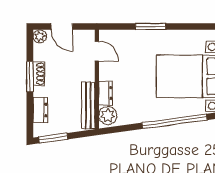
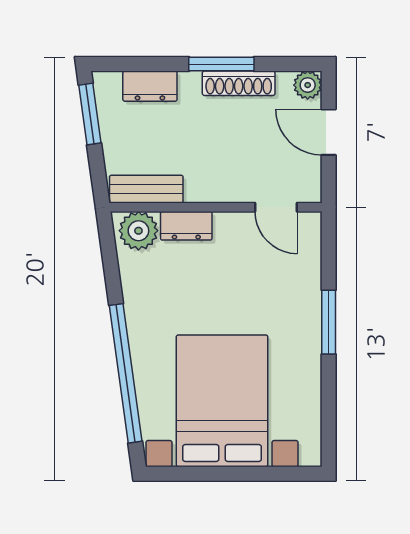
door: (62, 27) -> (329, 132), hinge flipped
door: (97, 51) -> (276, 207), hinge flipped
shoe rack: (39, 74) -> (239, 83), width x1.43
bench: (88, 106) -> (146, 189), width x0.73

